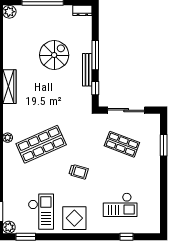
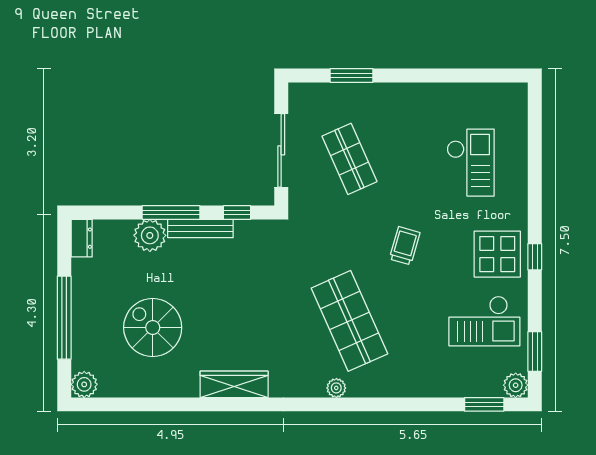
plant: (84, 45) -> (150, 235), added
spiral stairs: (54, 55) -> (153, 328), moved
shop shelf: (122, 144) -> (349, 159), turned -45
checkout: (41, 212) -> (484, 321), turned 180
window: (126, 237) -> (535, 257), moved

